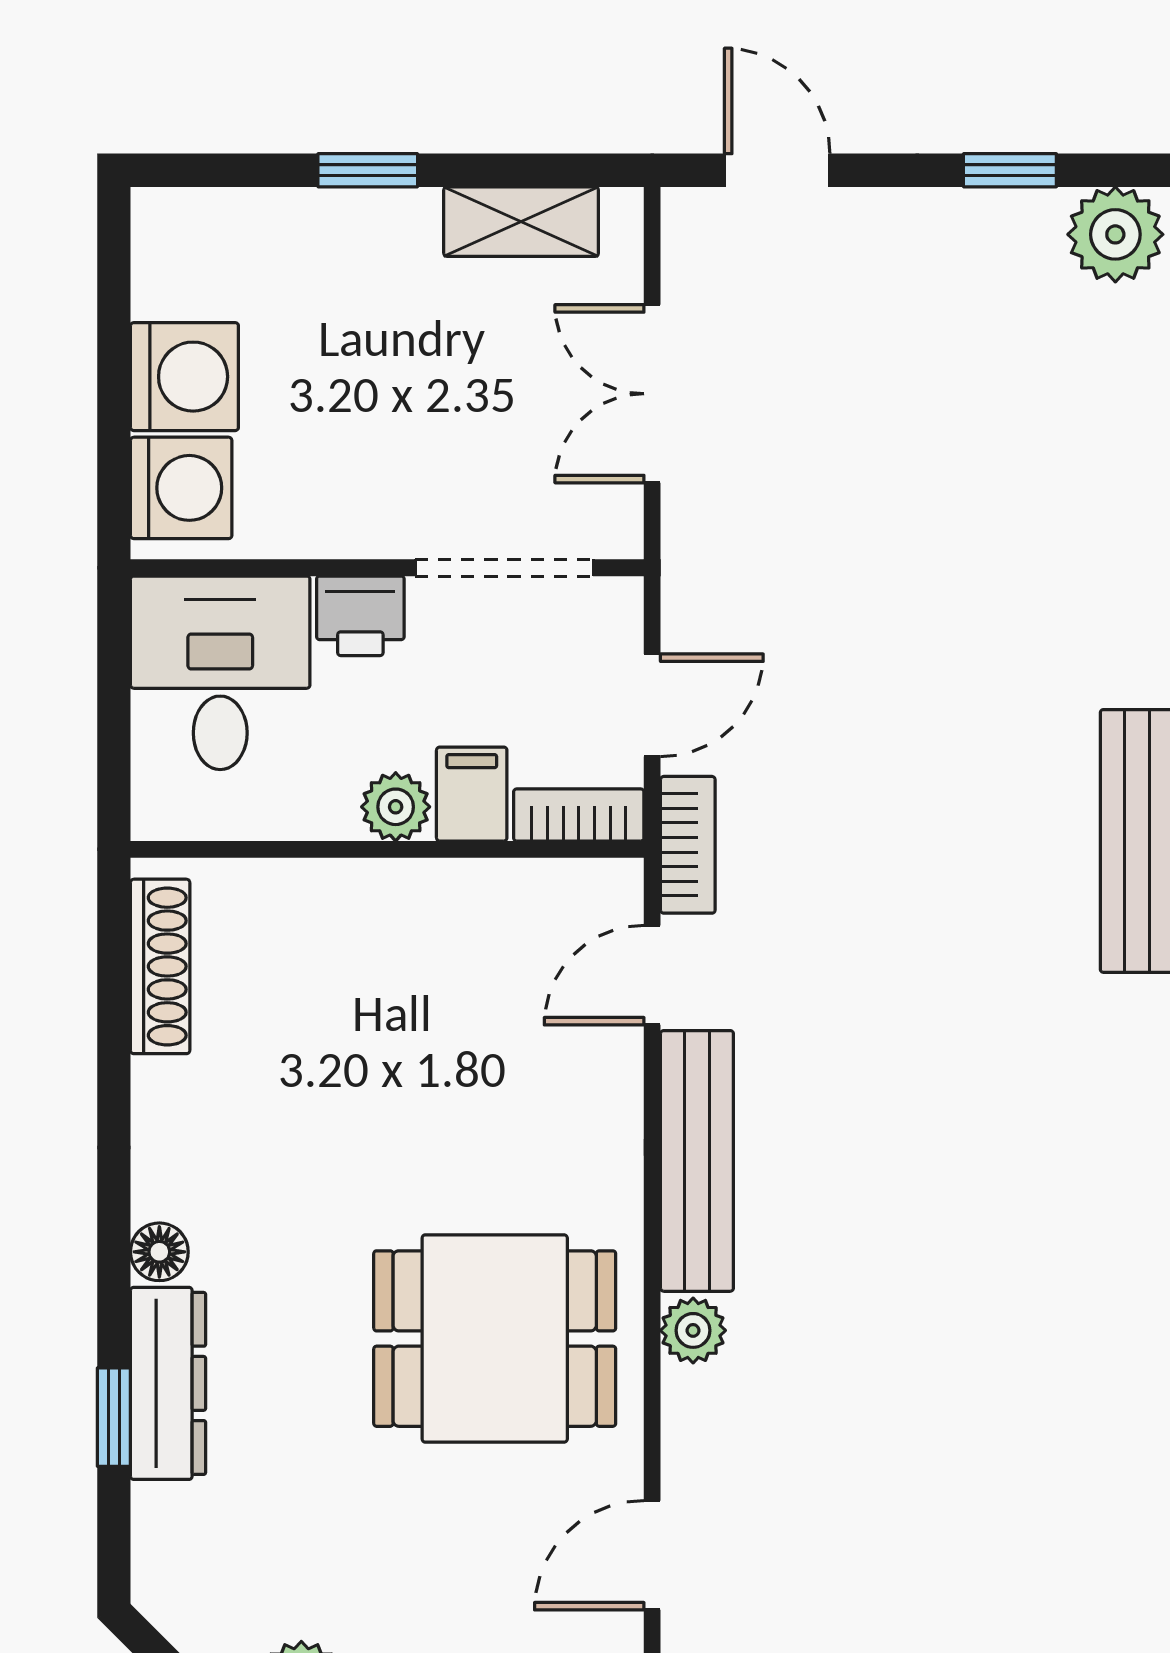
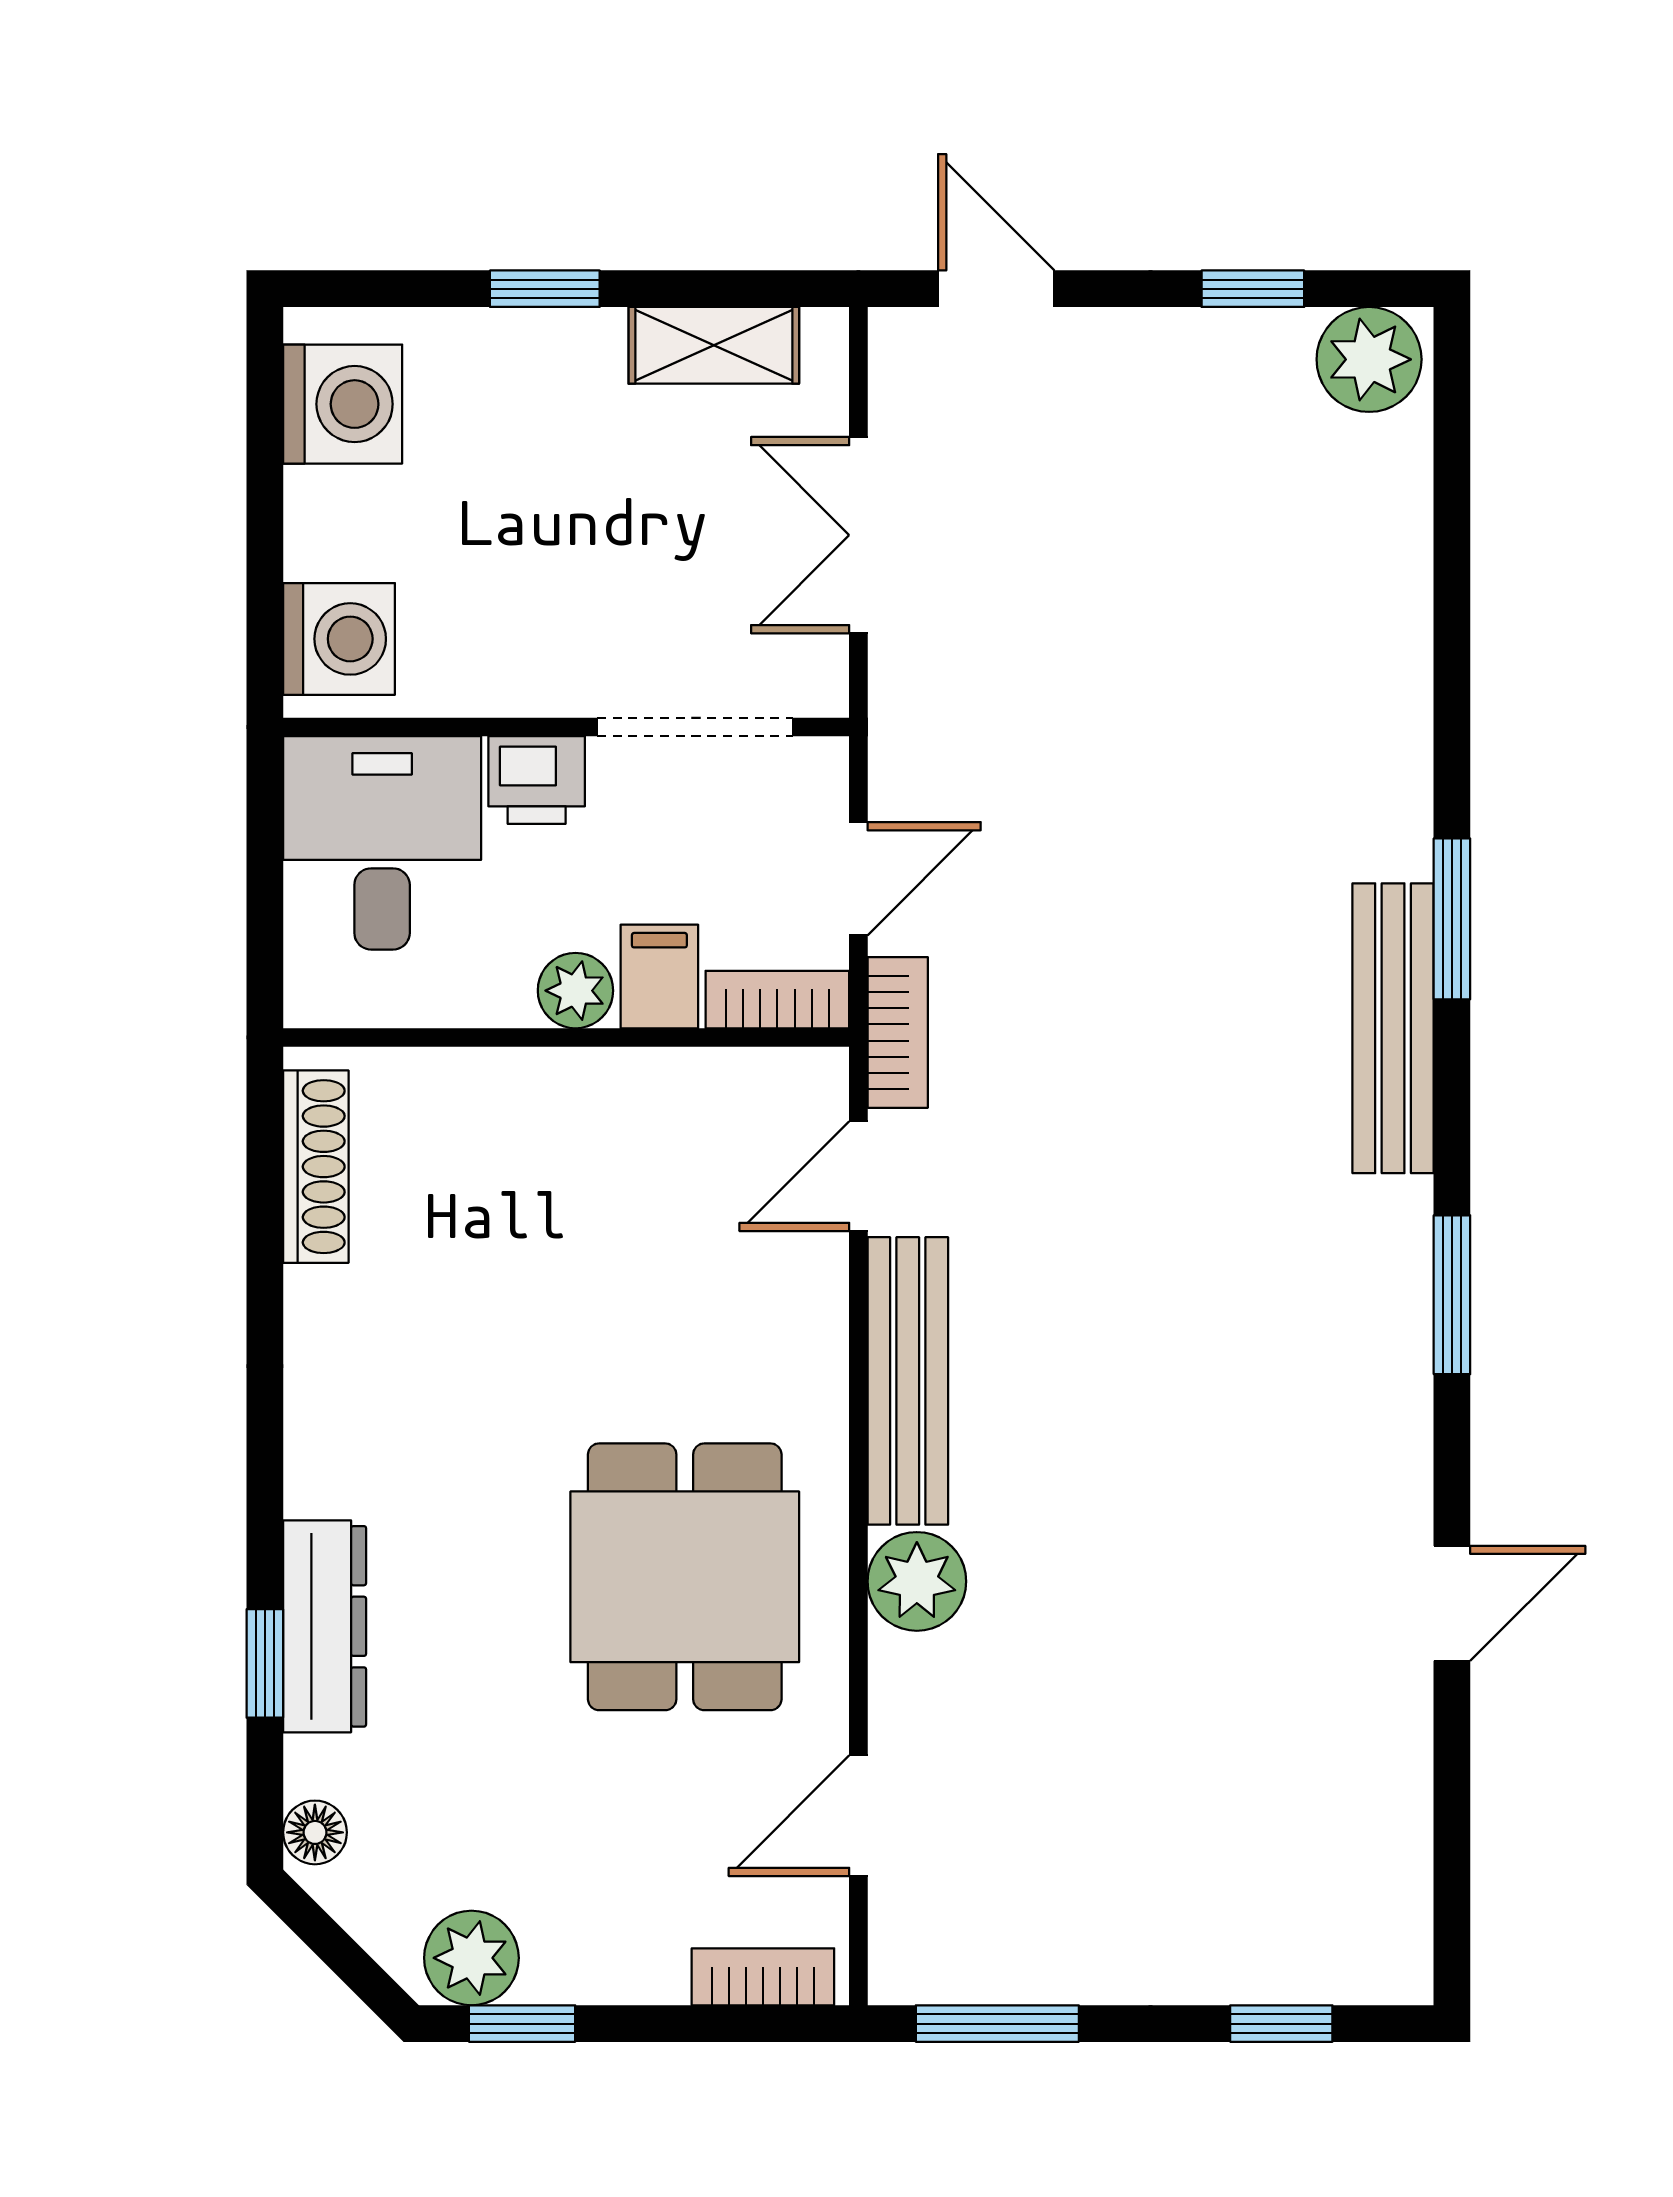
washing machine: (184, 377) -> (343, 404), moved
floor lamp: (159, 1252) -> (315, 1832), moved
plant: (693, 1330) -> (917, 1581), width x1.38, depth x1.38
dining table: (495, 1339) -> (685, 1577), turned 90

